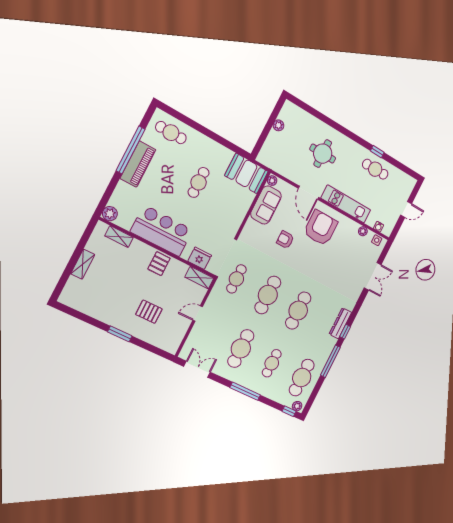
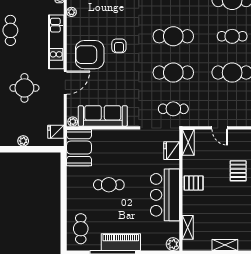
fridge: (271, 160) -> (56, 132), added
sofa: (266, 205) -> (103, 116), width x1.36
armchair: (285, 240) -> (119, 46), moved

